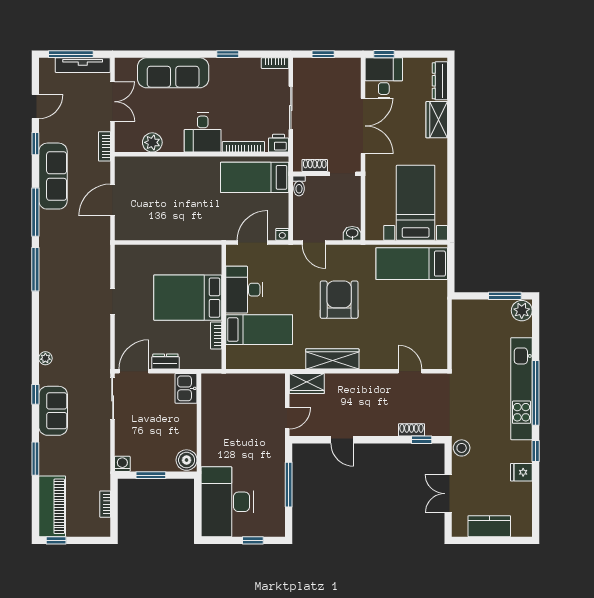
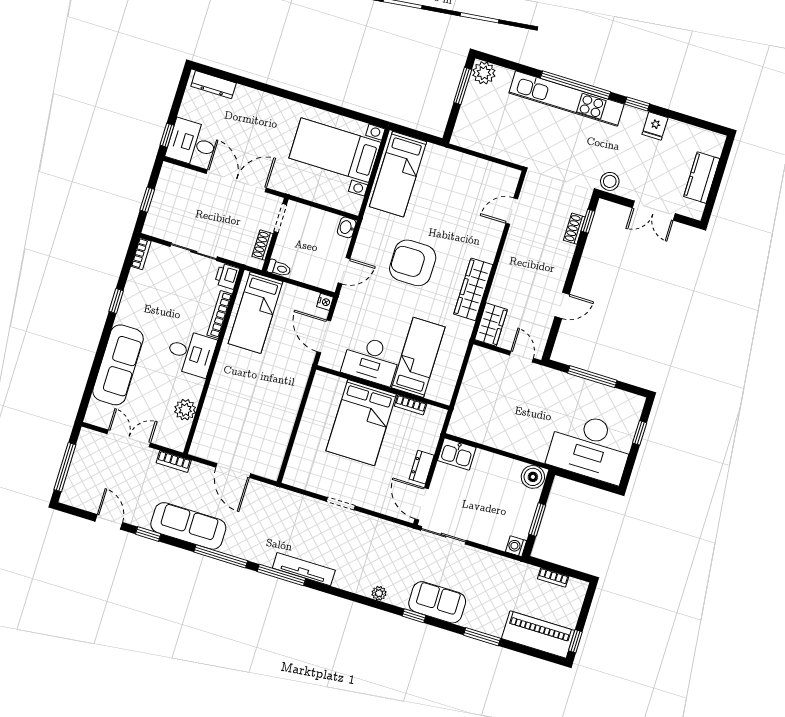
tv unit: (83, 65) -> (304, 569), moved, turned -90
wardrobe: (437, 120) -> (254, 101), removed

